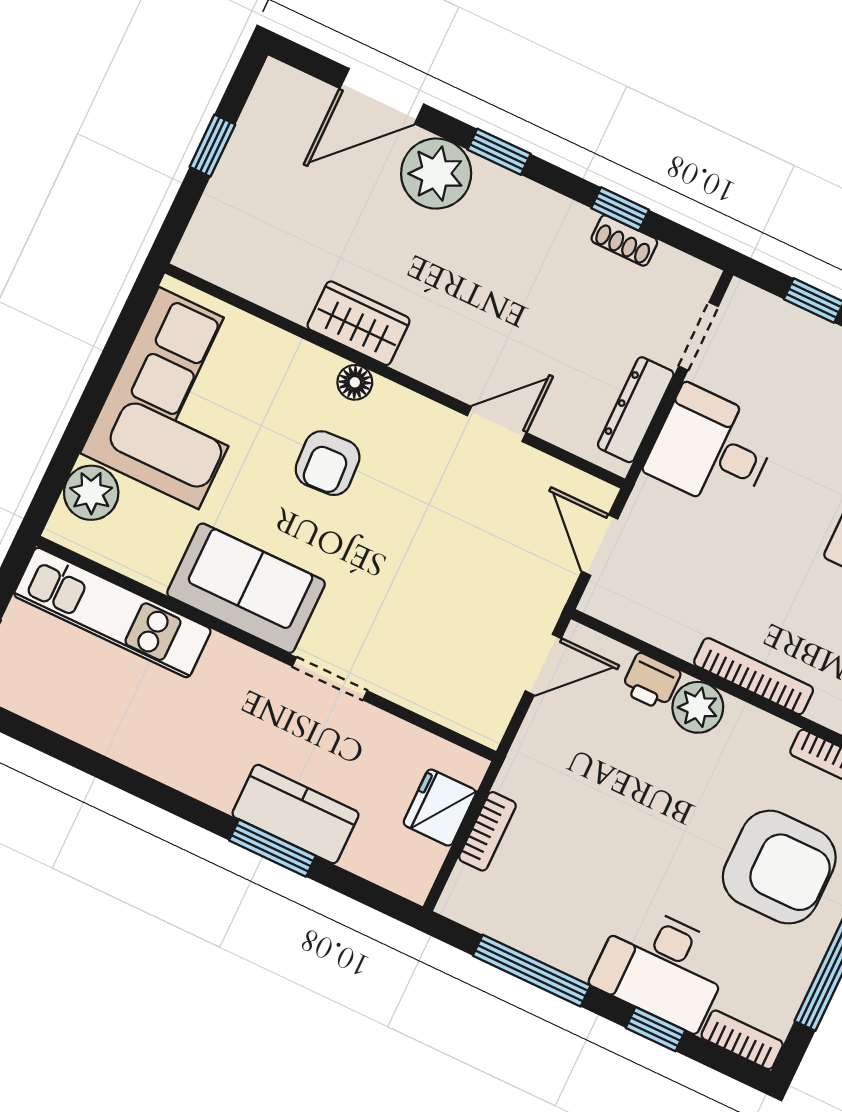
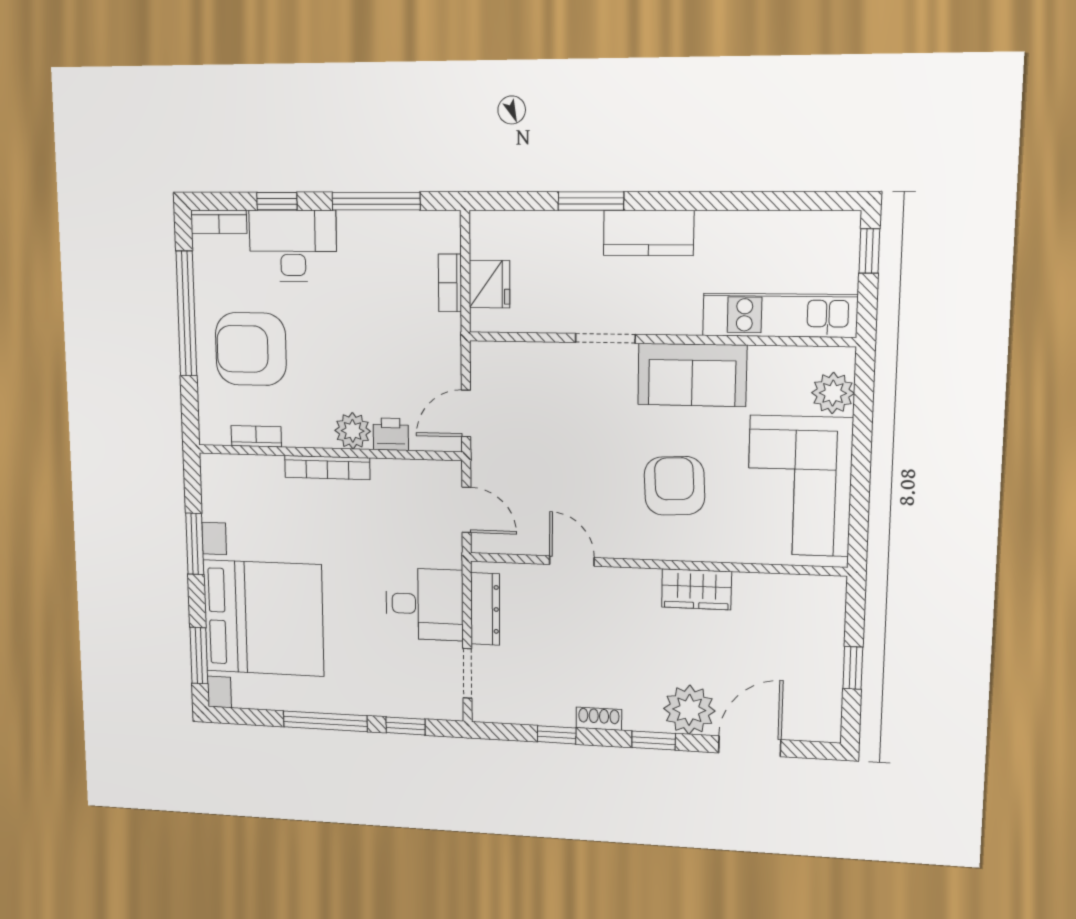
shoe rack: (624, 240) -> (599, 719), moved
floor lamp: (355, 382) -> (681, 548), removed
door: (497, 424) -> (572, 561), swing flipped
armchair: (328, 463) -> (674, 486), width x1.38, depth x1.38
kitchen counter: (295, 814) -> (649, 233), moved

